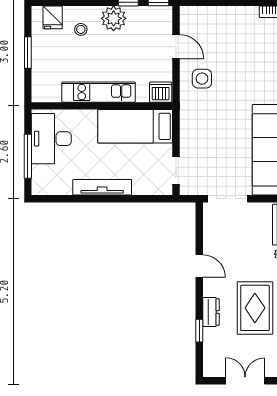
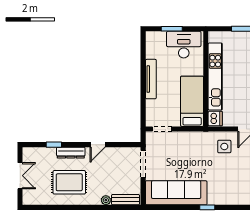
kitchen unit: (99, 92) -> (215, 77), width x1.36
window: (28, 156) -> (172, 29), width x0.69
dresser: (211, 312) -> (71, 153), width x1.44

